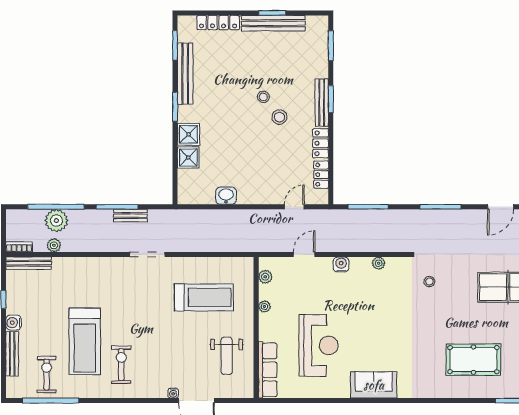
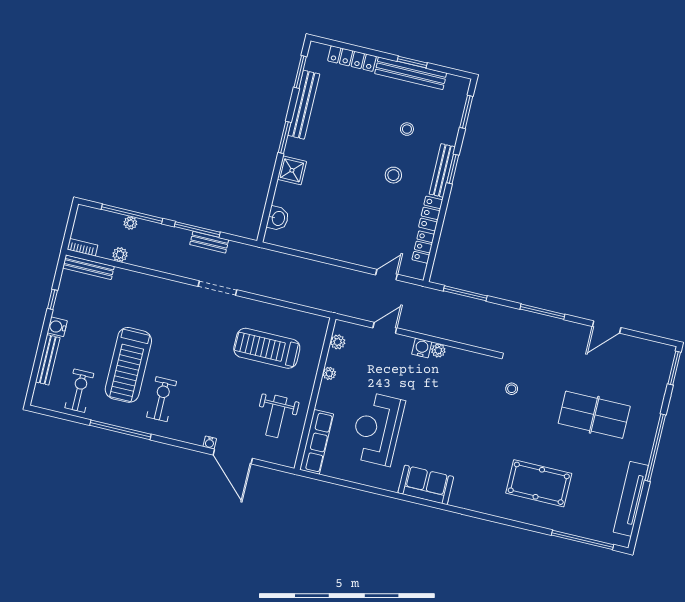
stool: (263, 97) -> (407, 129), moved
shower: (188, 157) -> (286, 195), removed
washbasin: (226, 196) -> (278, 218), moved, turned 90
plant: (56, 221) -> (130, 223), width x0.53, depth x0.53
plant: (379, 263) -> (438, 351), moved
treadmill: (204, 297) -> (267, 348), turned 180
reception desk: (319, 345) -> (377, 429), turned 180
window: (51, 401) -> (120, 430), moved

